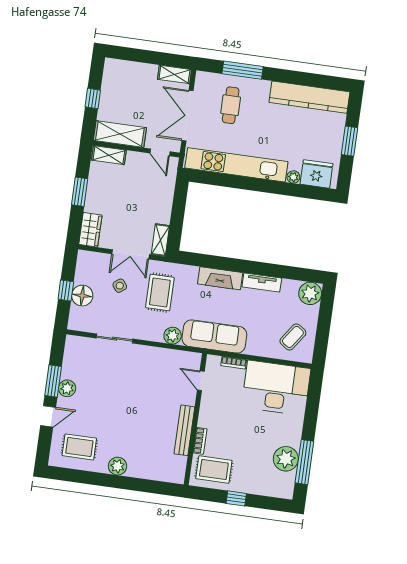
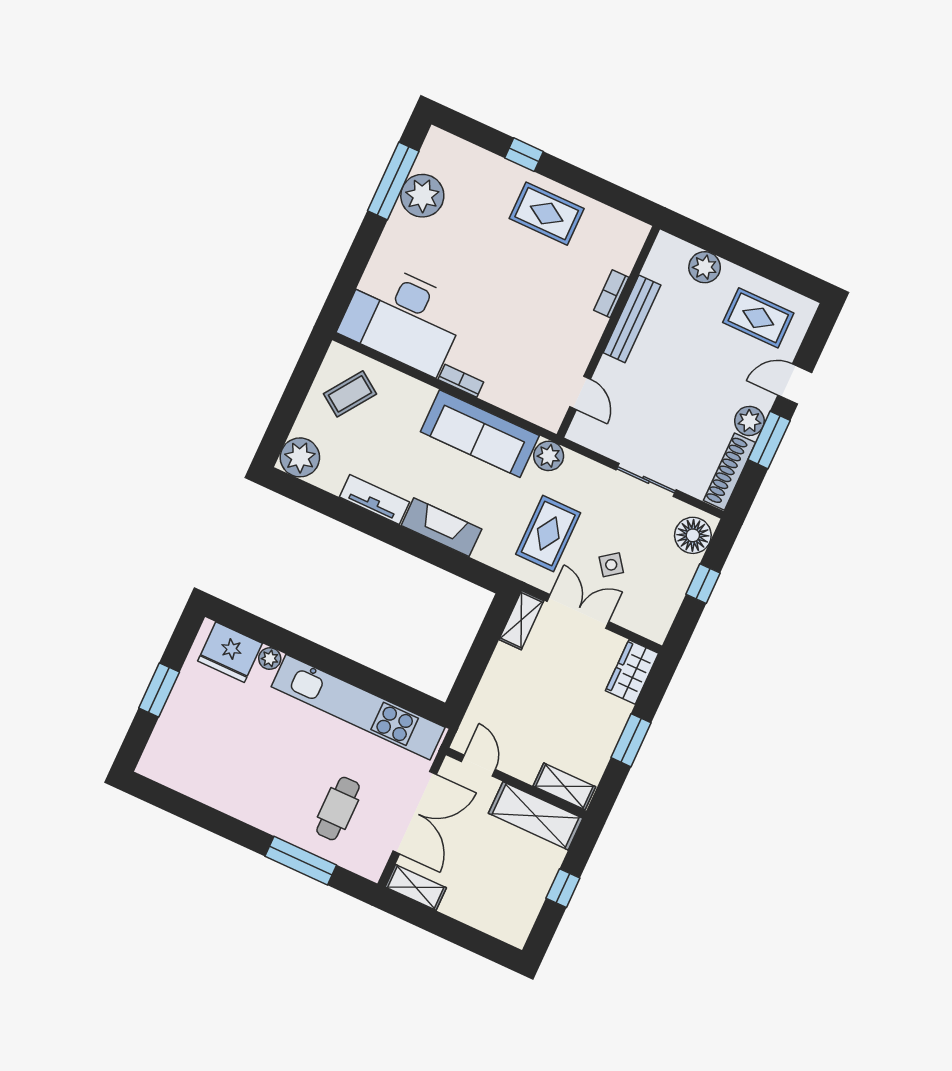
kitchen counter: (309, 97) -> (204, 783), removed
floor lamp: (82, 296) -> (693, 535), moved
shoe rack: (70, 357) -> (730, 472), added
door: (201, 381) -> (580, 393), moved
wall: (195, 419) -> (608, 332), moved
bench: (184, 430) -> (632, 319), moved
bookcase: (200, 441) -> (611, 294), moved

